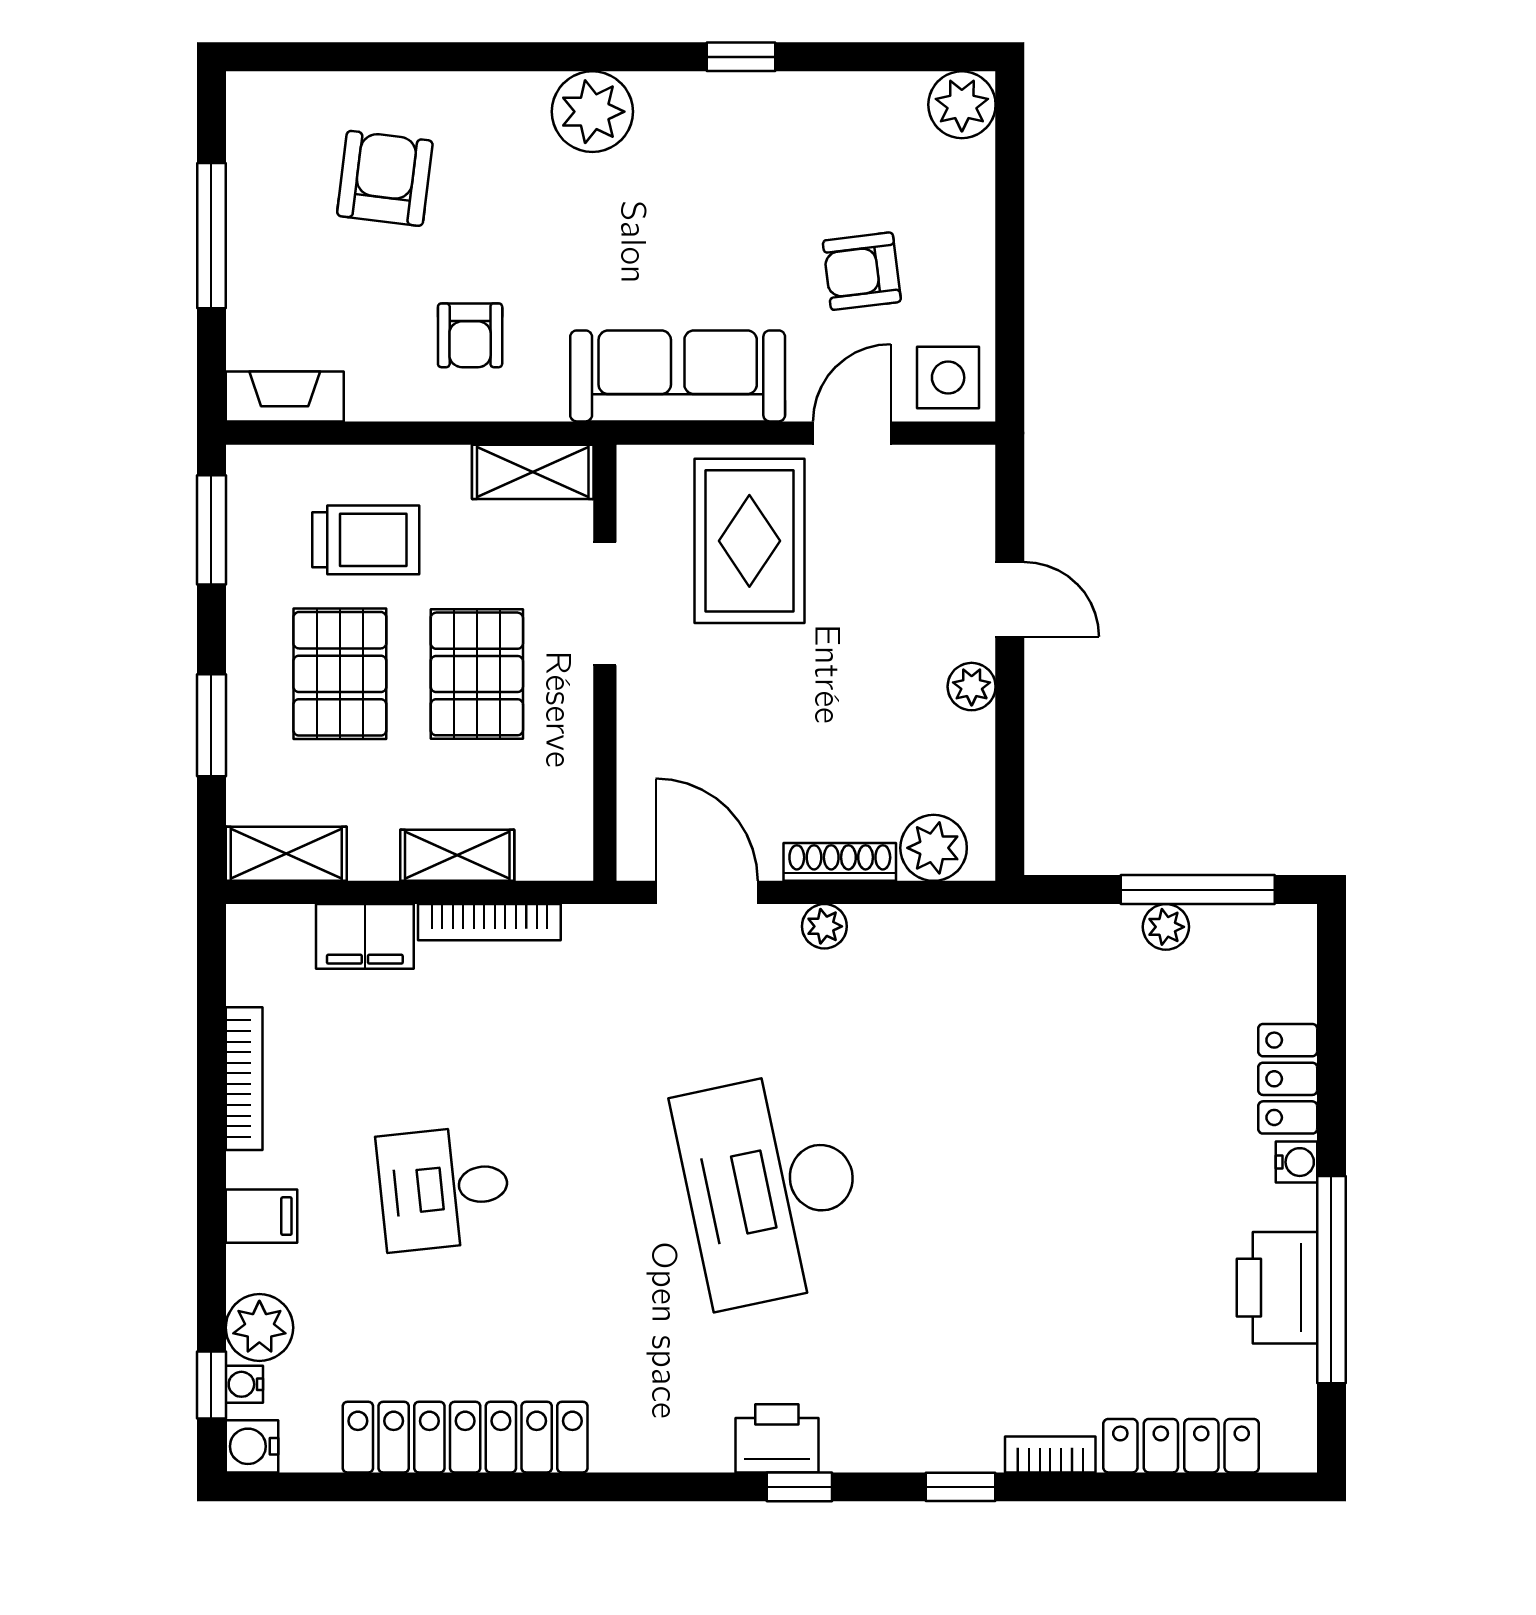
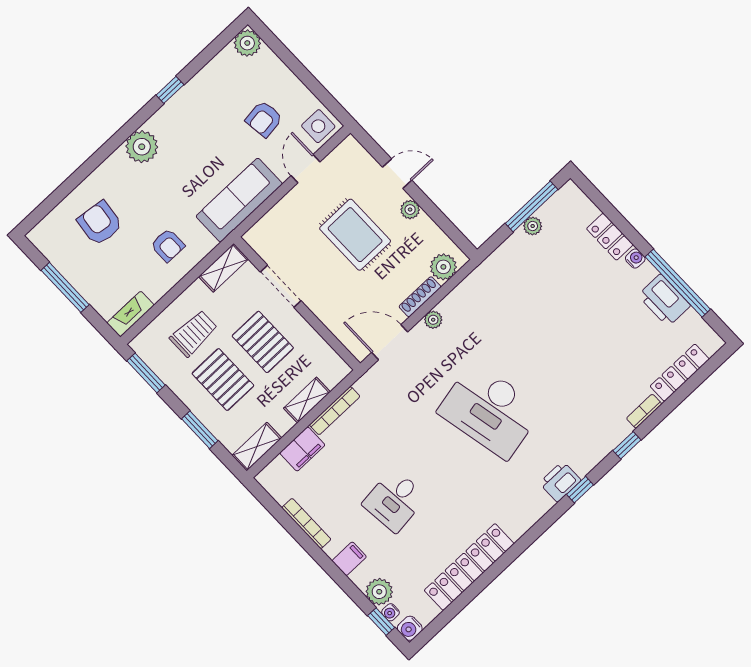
rug: (749, 541) -> (355, 235), moved

